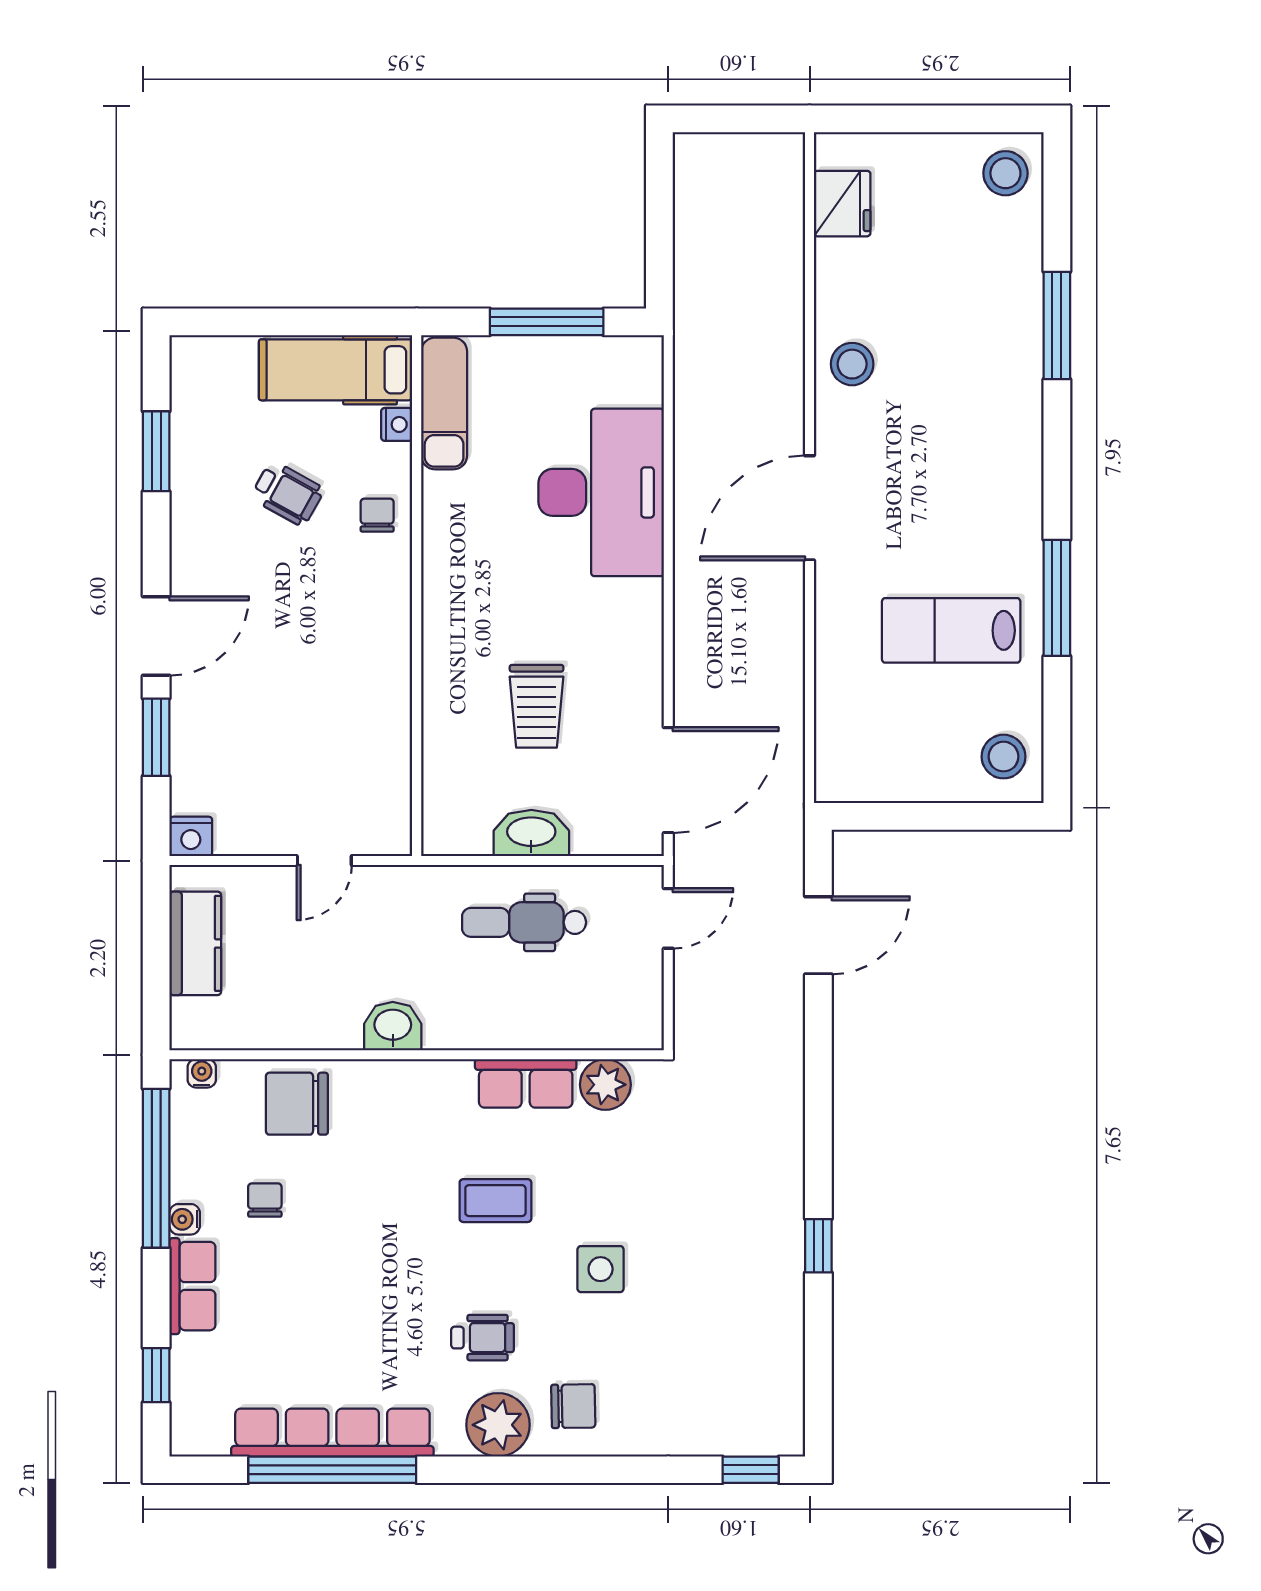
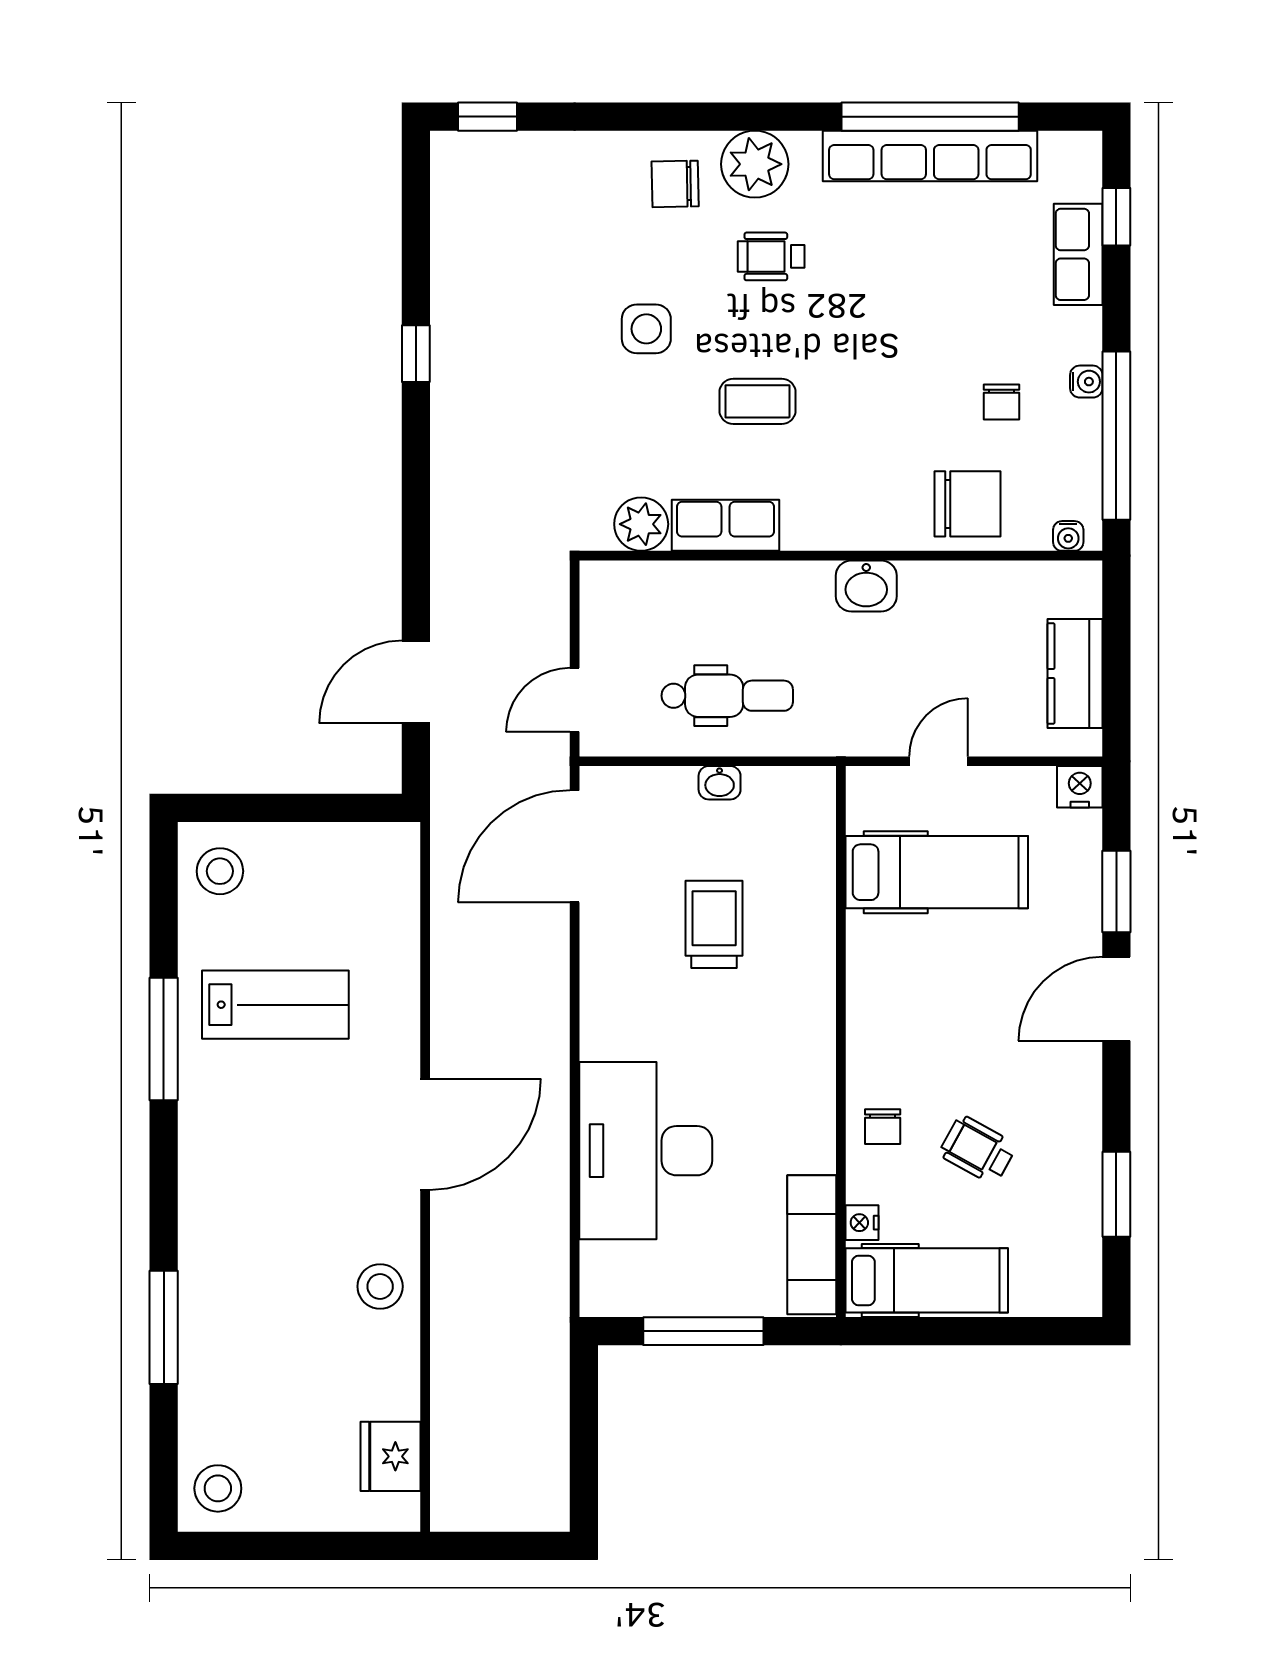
hospital bed: (326, 756) -> (937, 872), added
washbasin: (531, 833) -> (720, 783), width x0.52, depth x0.69
row of seats: (192, 1286) -> (1078, 254), moved

